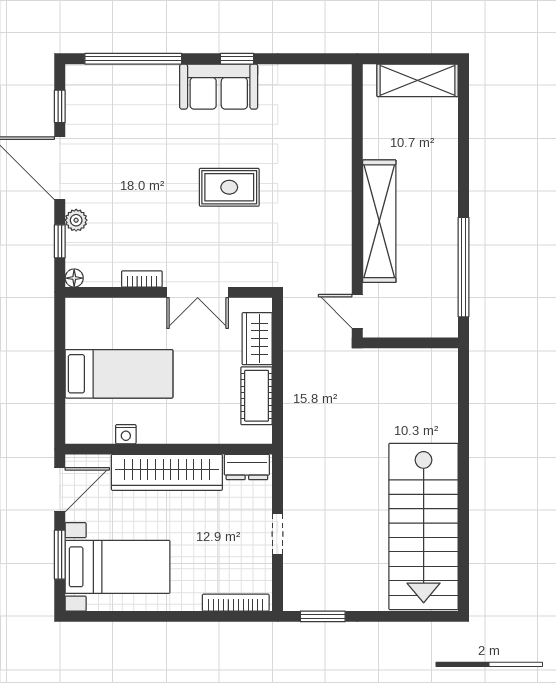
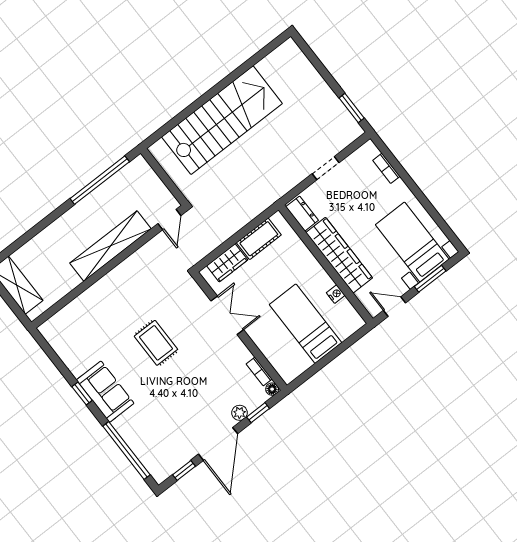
bookcase: (142, 279) -> (259, 371), moved
door: (60, 490) -> (394, 307), width x0.73
stairs: (424, 526) -> (222, 120), moved
bookcase: (236, 603) -> (386, 168), width x0.64

